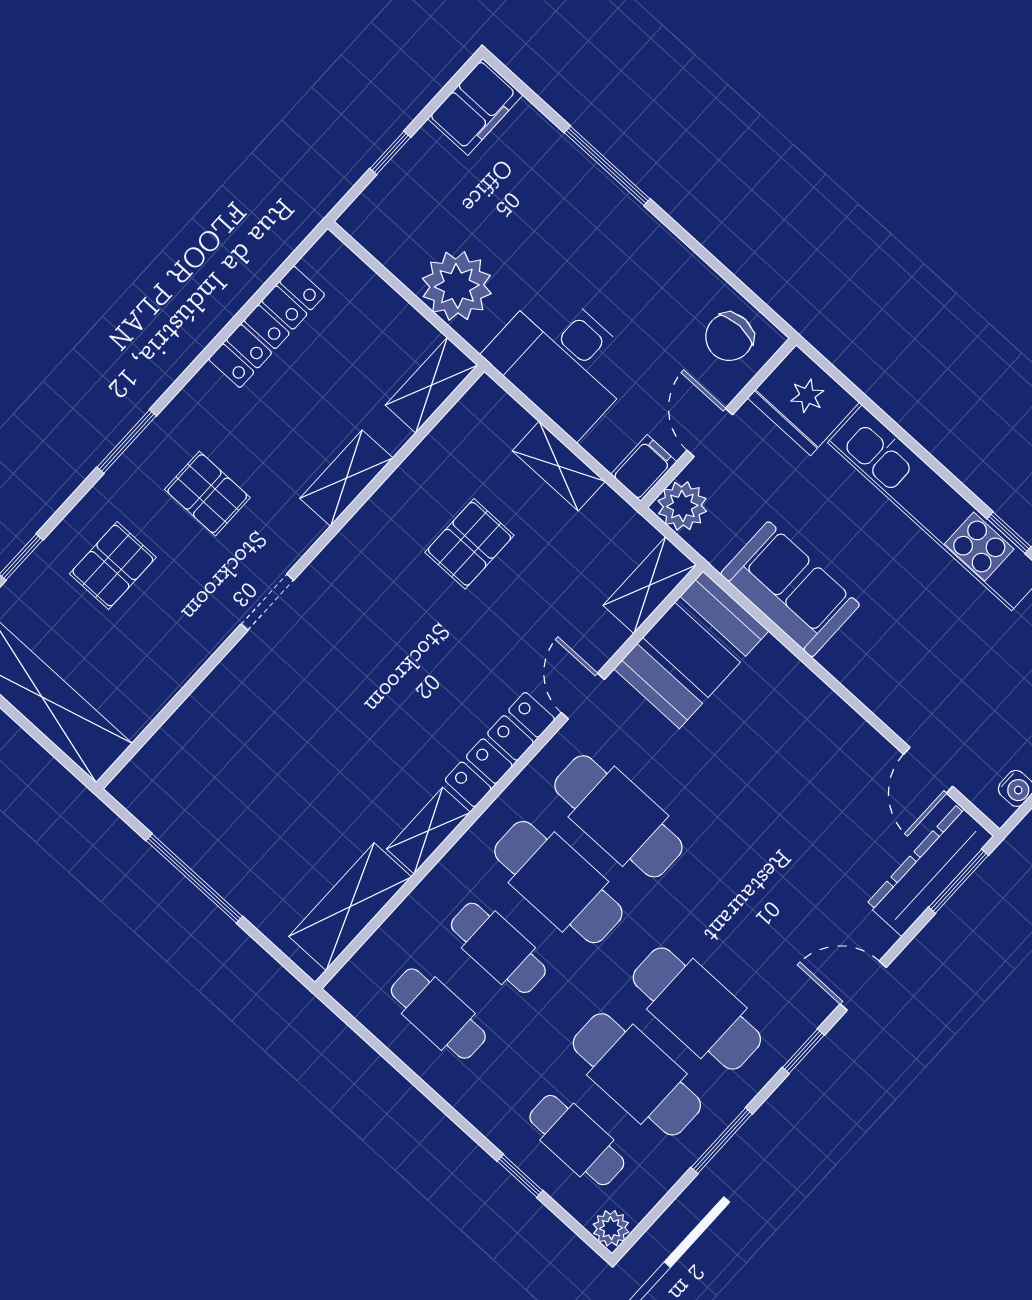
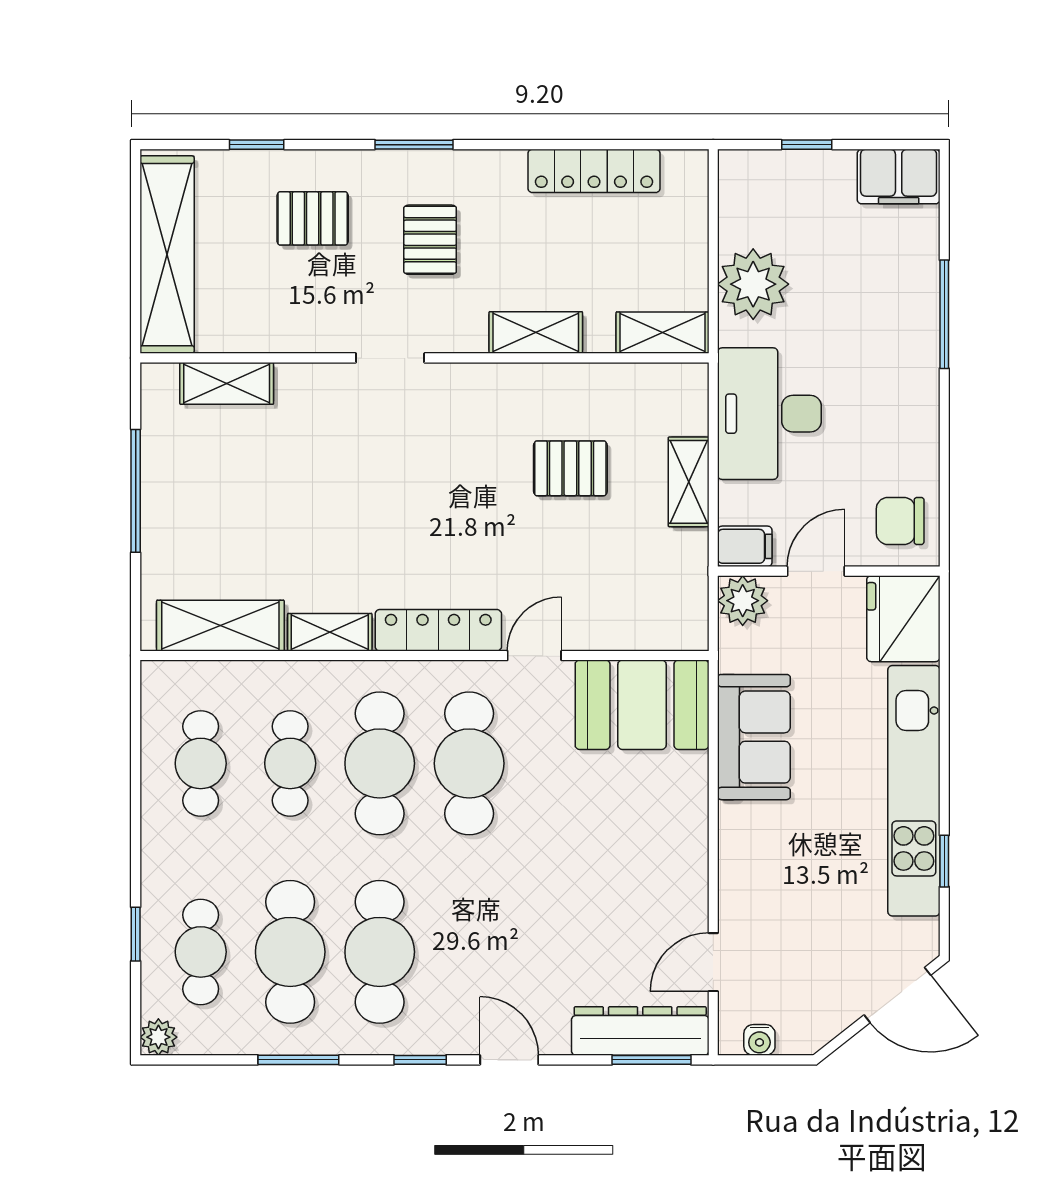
shelving: (650, 585) -> (227, 383), moved

